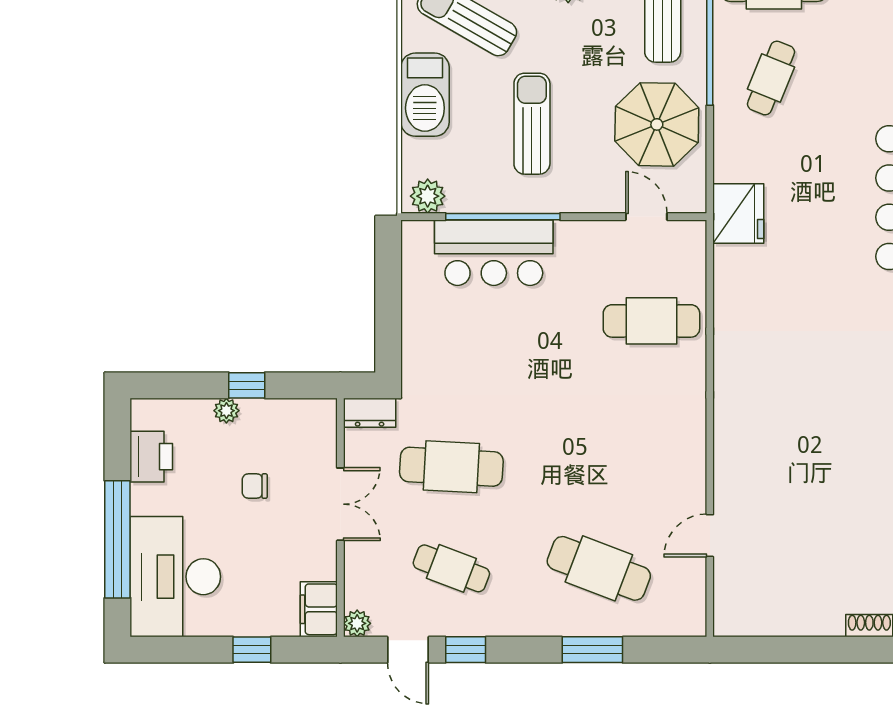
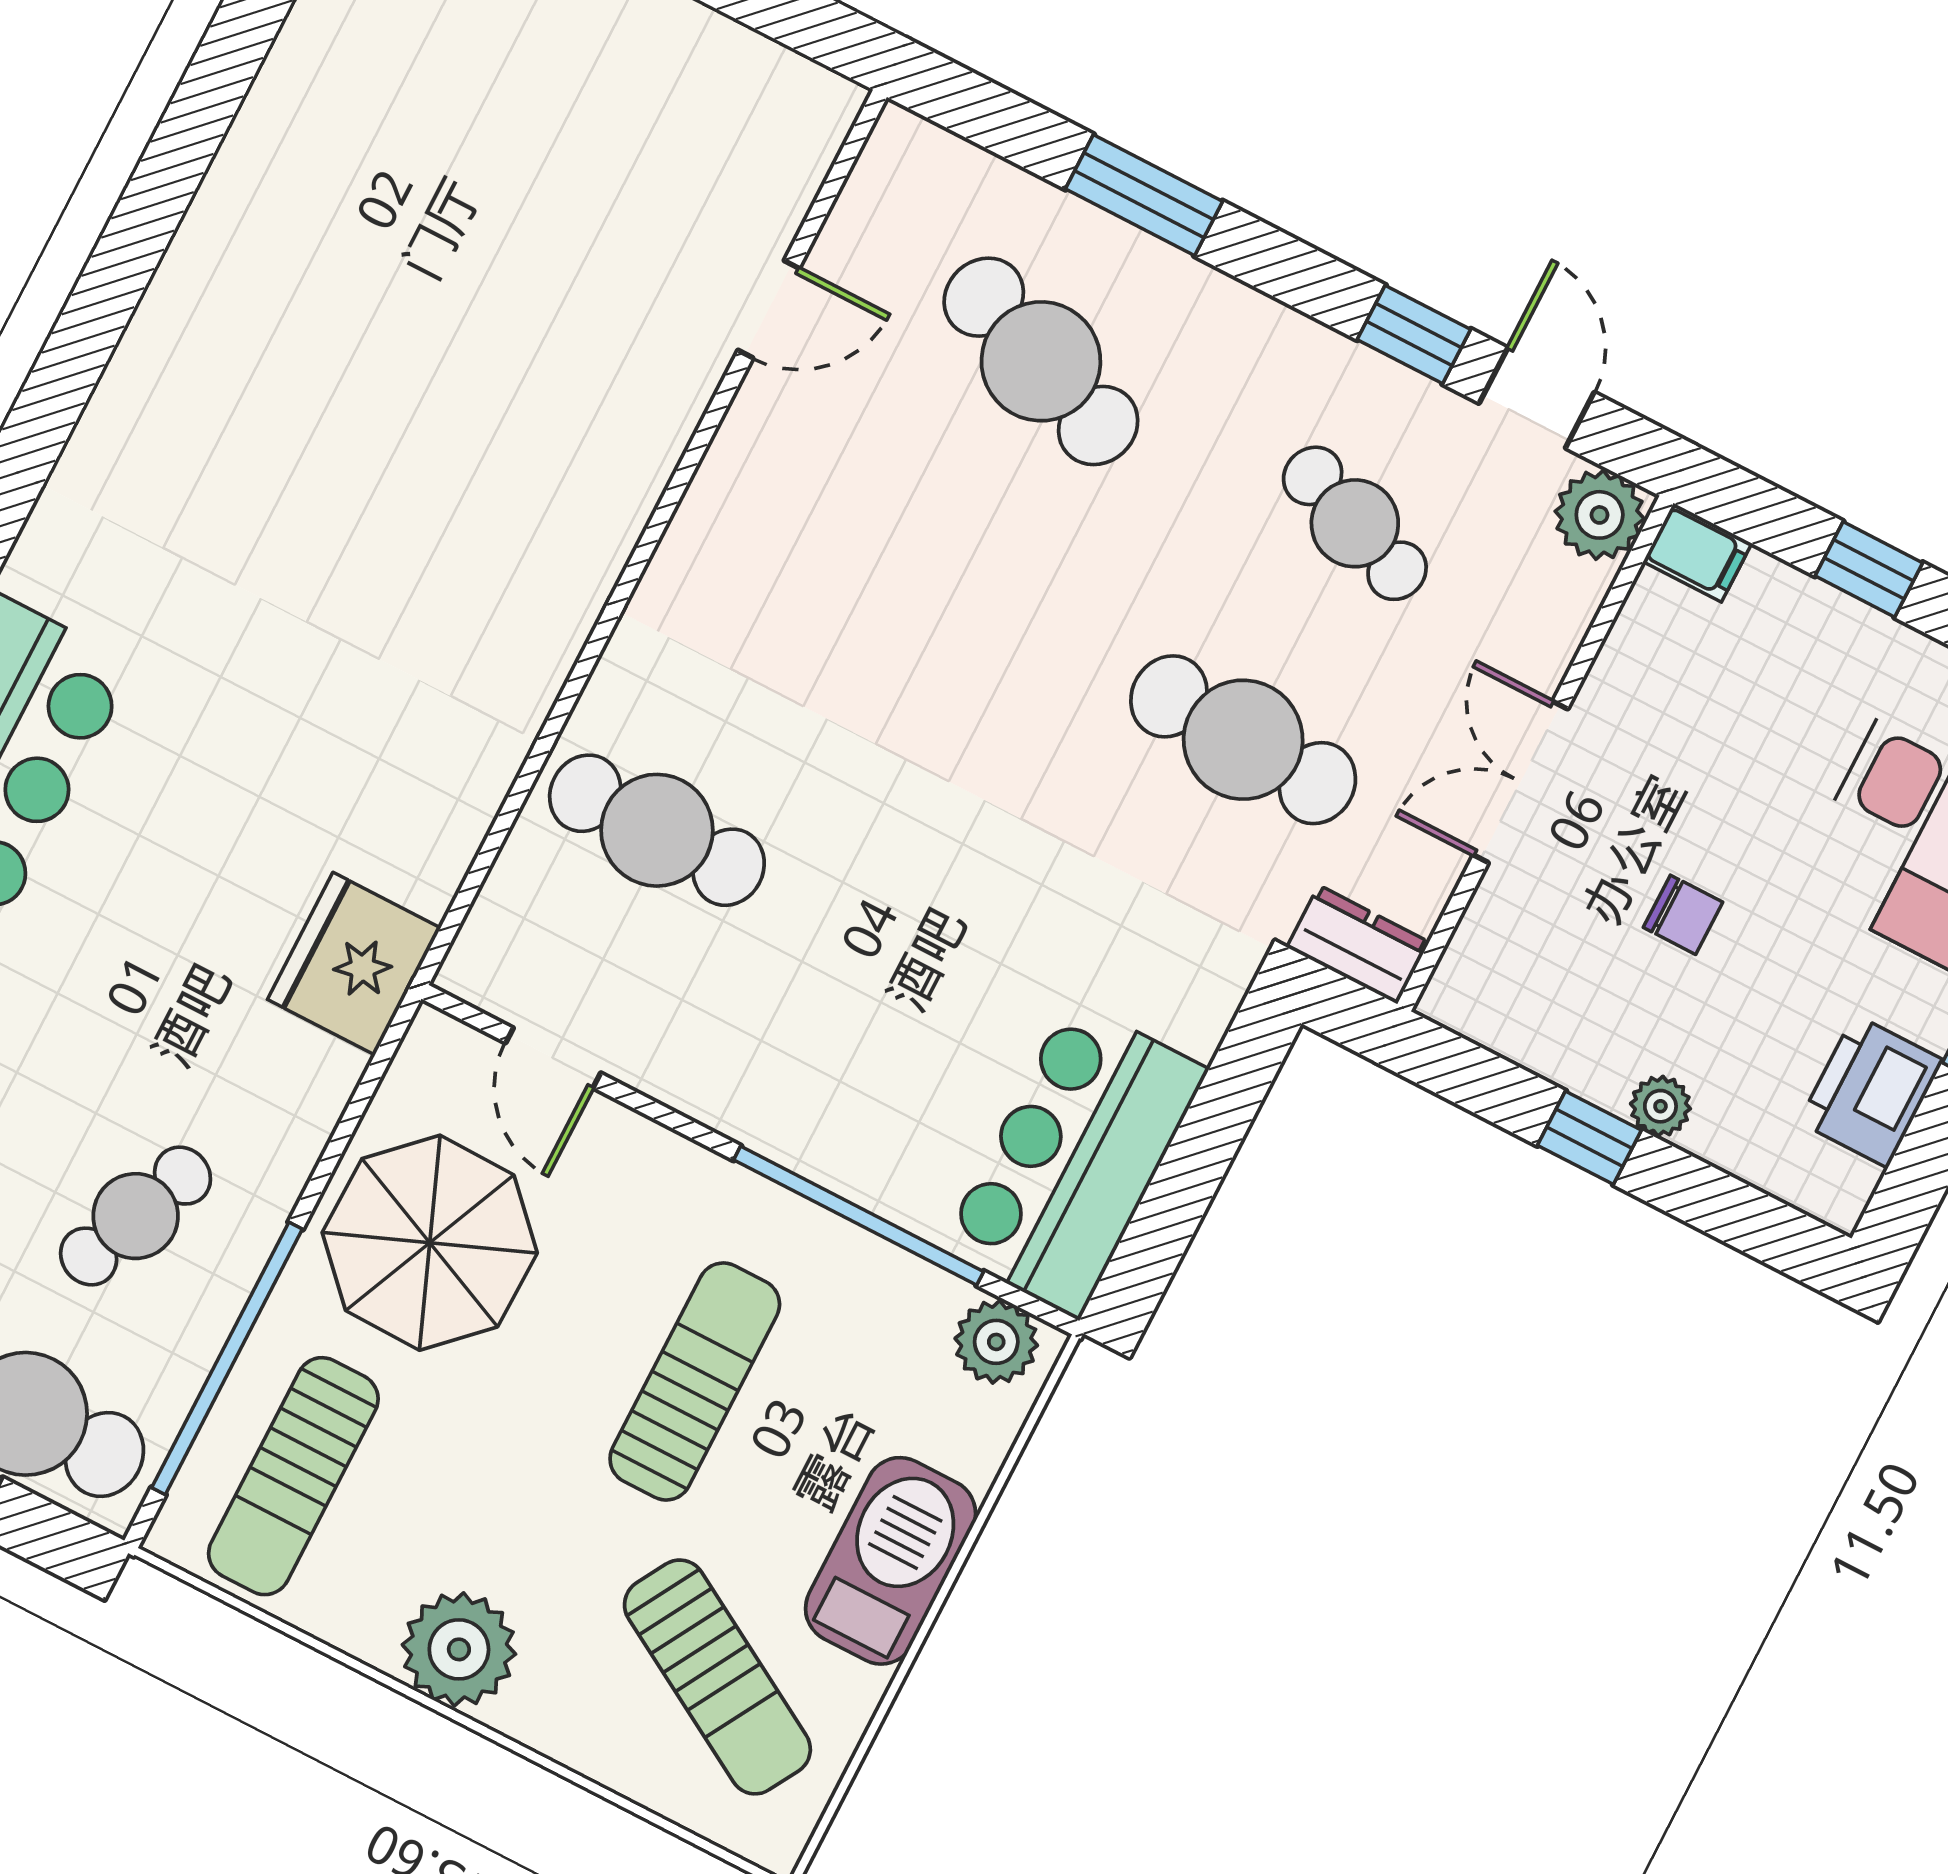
sun lounger: (532, 124) -> (695, 1381), turned 180
bar counter: (494, 253) -> (1074, 1159), moved, turned -90
filing cabinet: (319, 609) -> (1697, 552), width x0.50
plant: (357, 623) -> (1600, 515), width x1.38, depth x1.38

